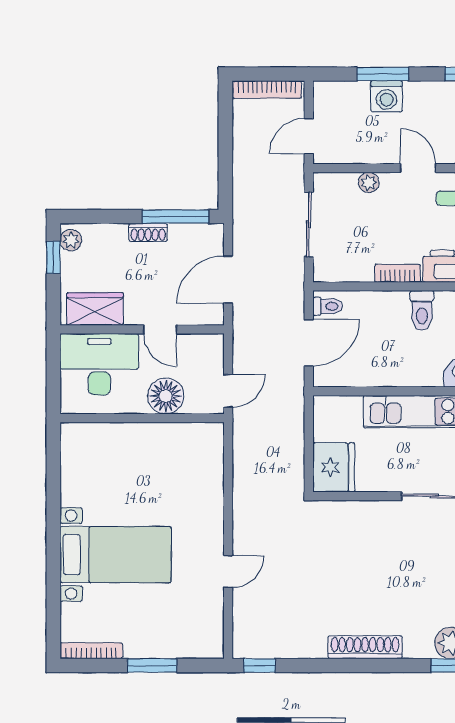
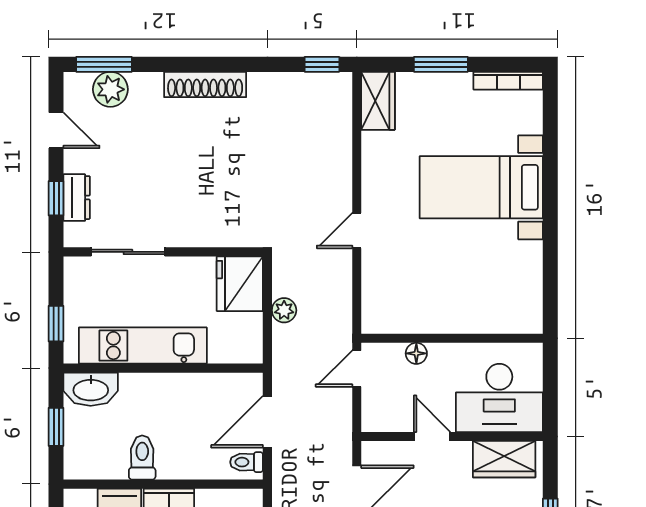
floor lamp: (166, 396) -> (416, 353), width x0.53, depth x0.53
plant: (294, 443) -> (284, 310), added
door: (228, 571) -> (357, 231), moved
wardrobe: (209, 633) -> (378, 101), added

